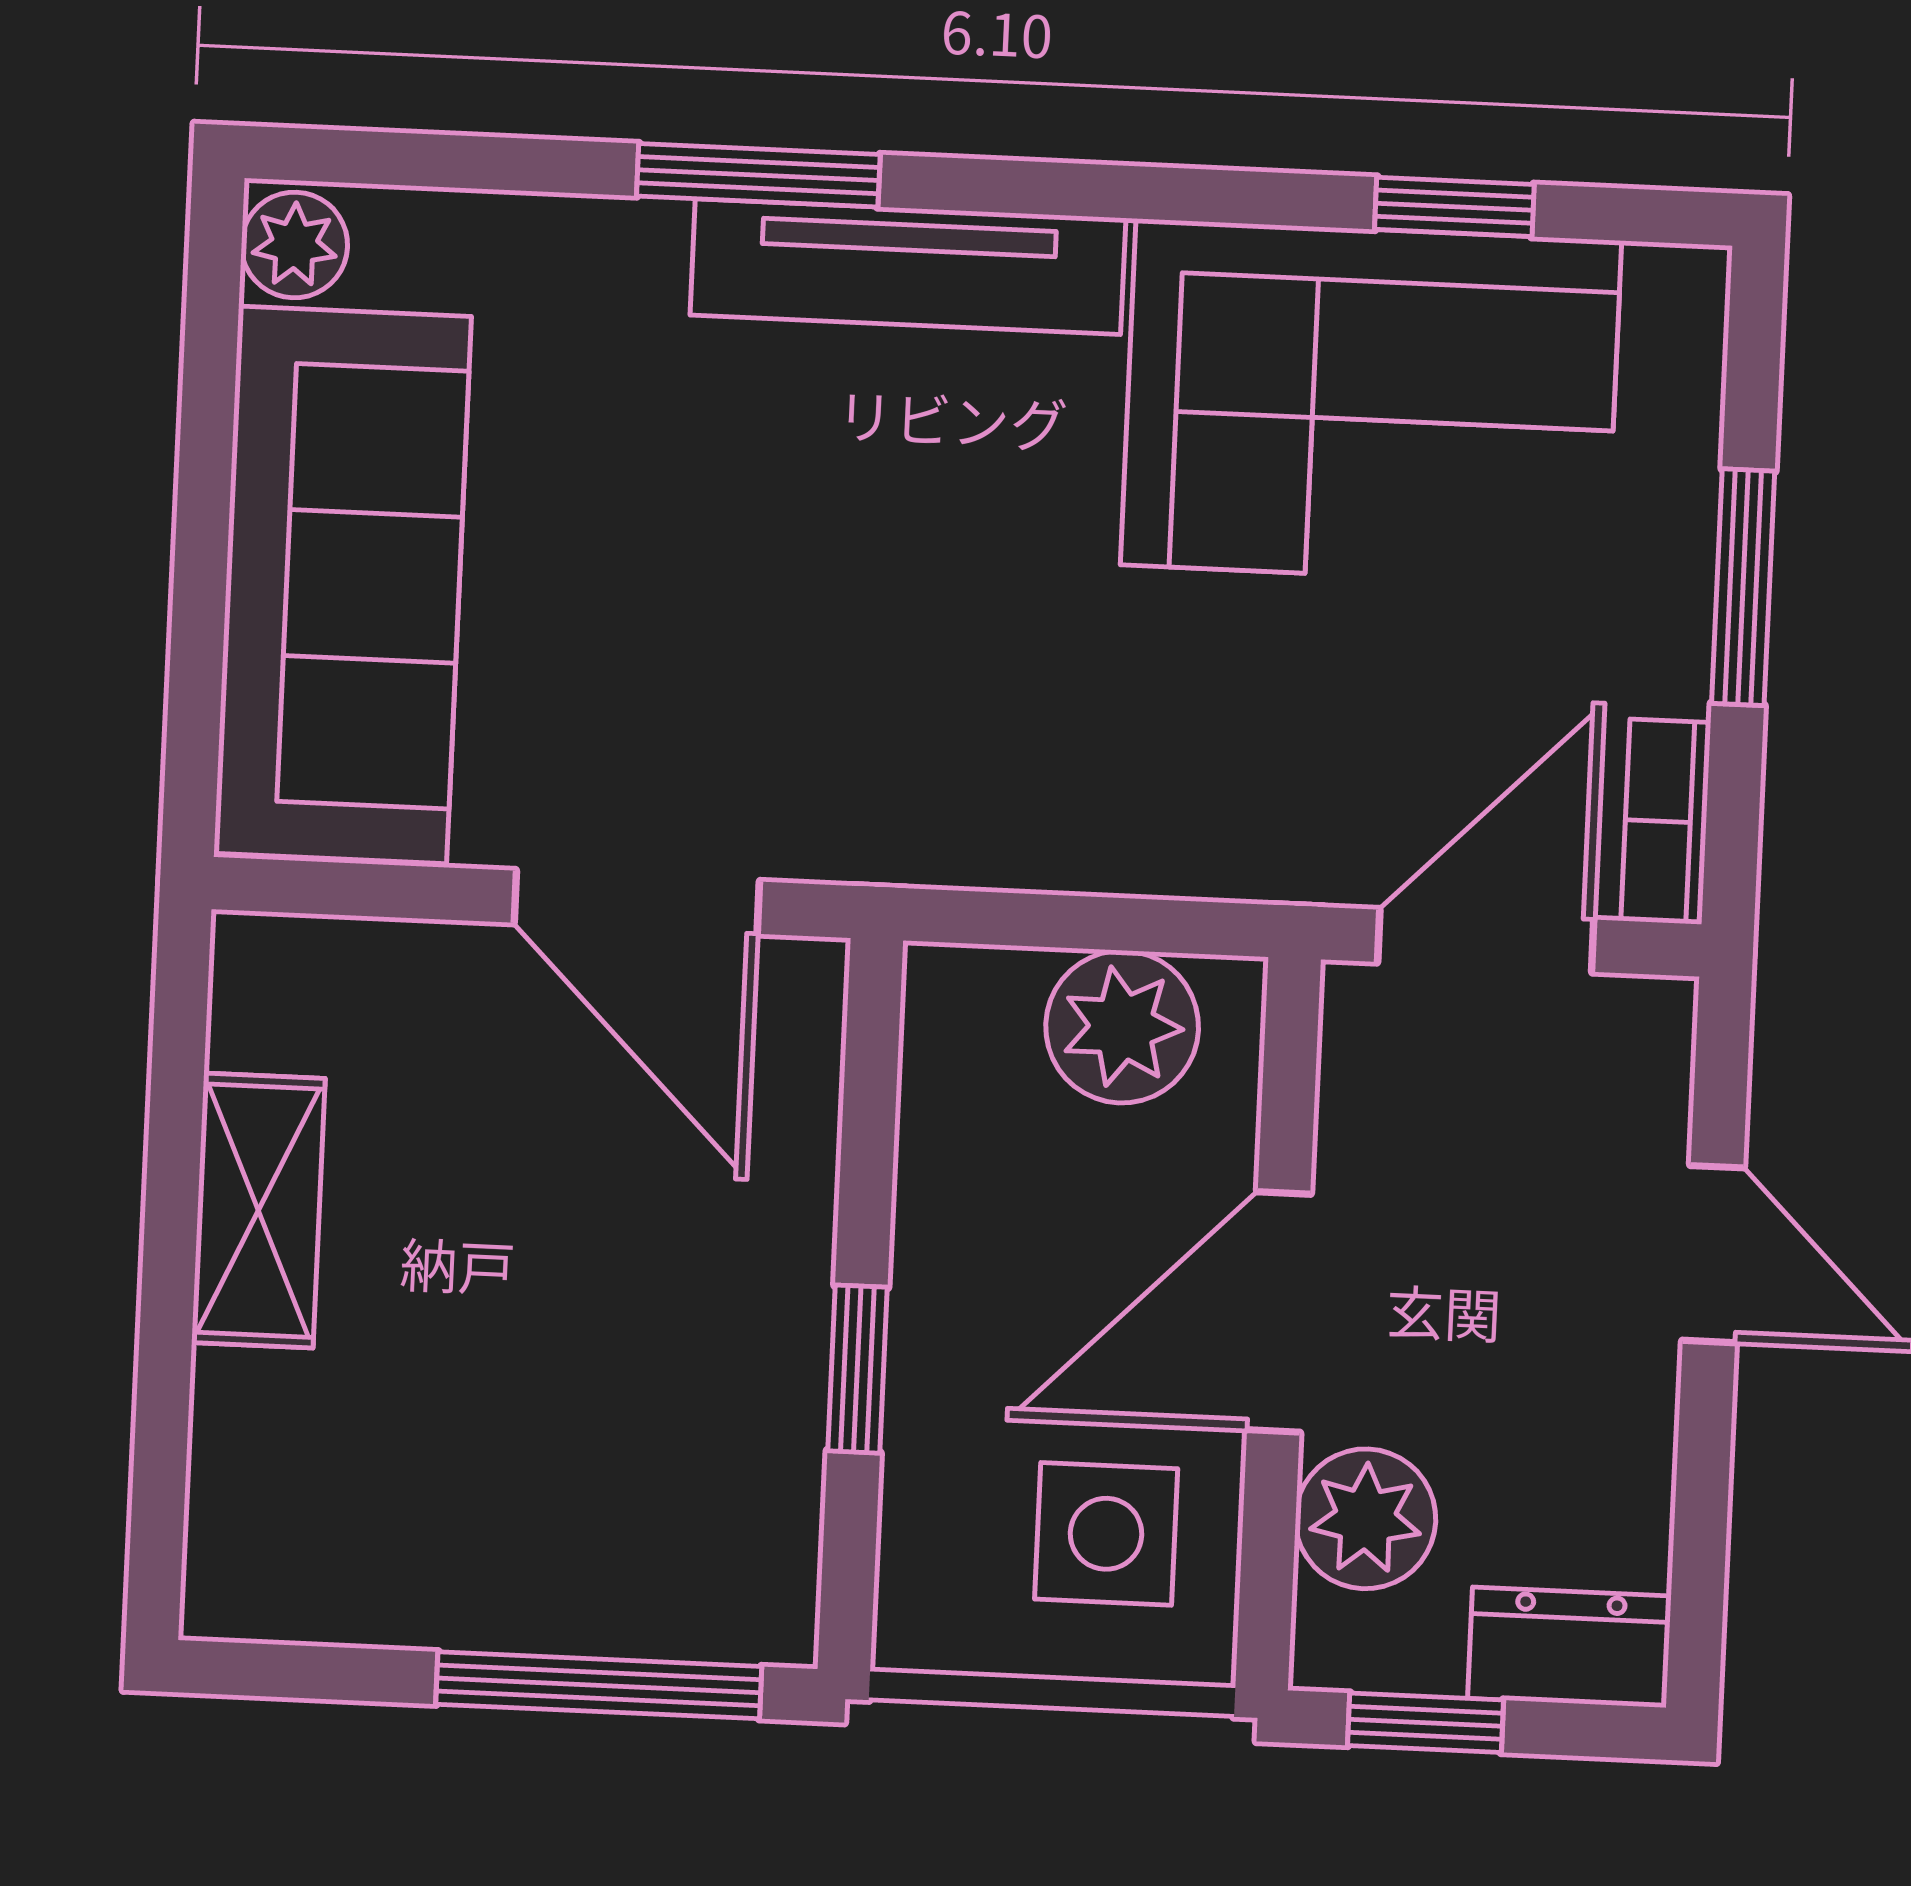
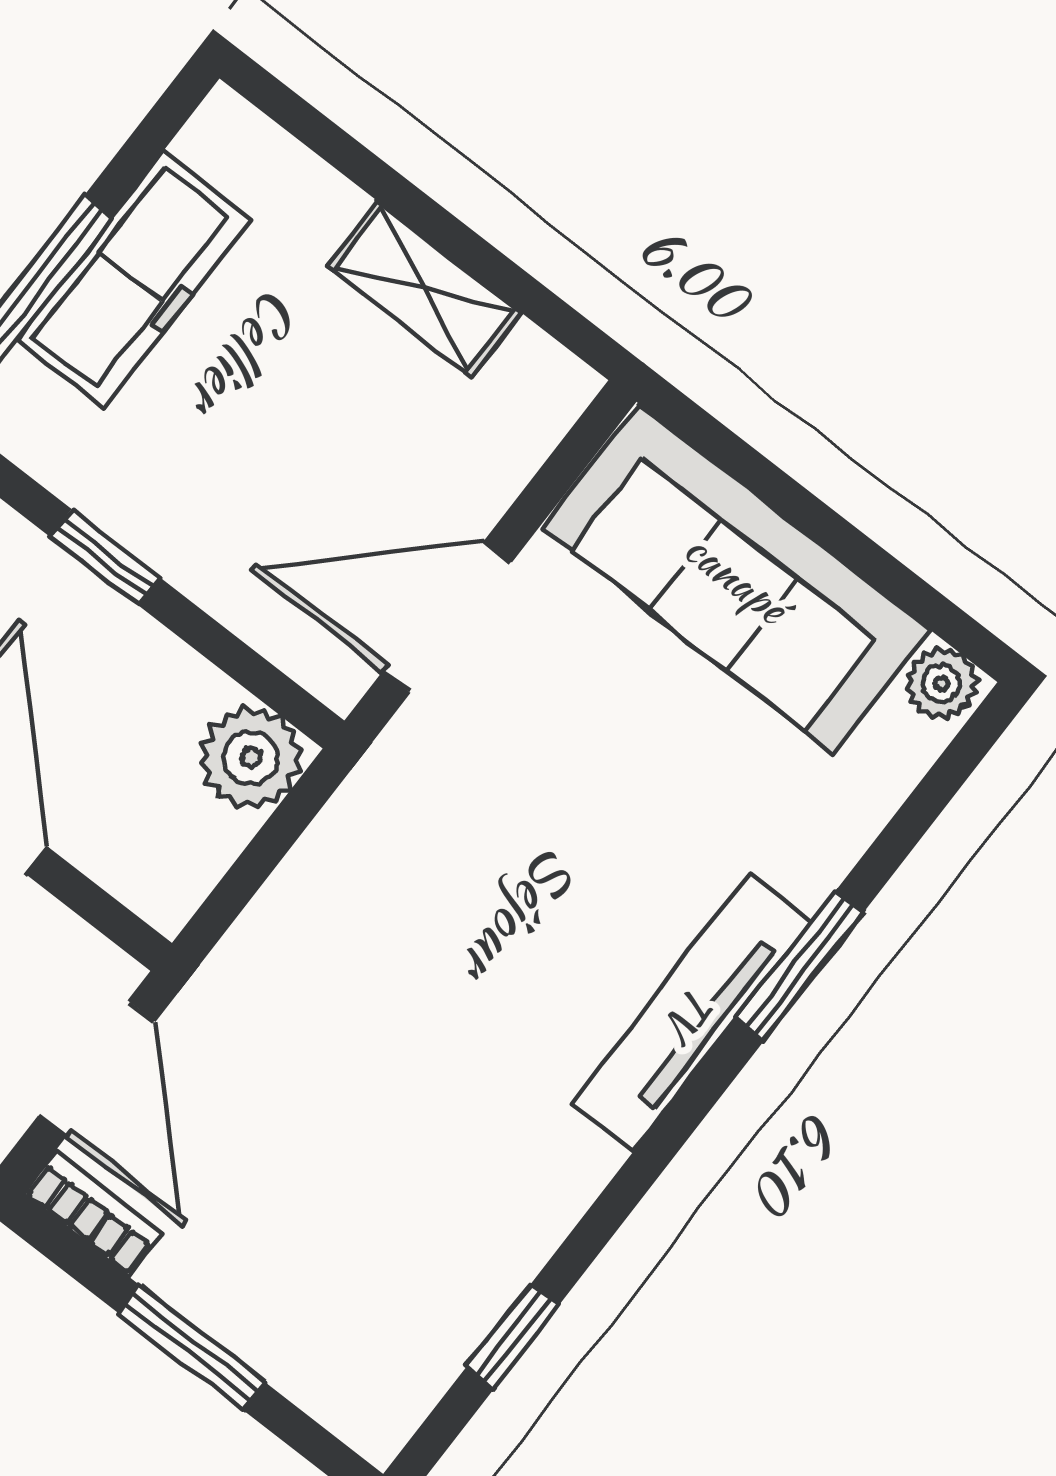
corner sofa: (1371, 403) -> (437, 1214), removed
plant: (1122, 1027) -> (251, 758), moved
freezer: (496, 1572) -> (134, 279), added

